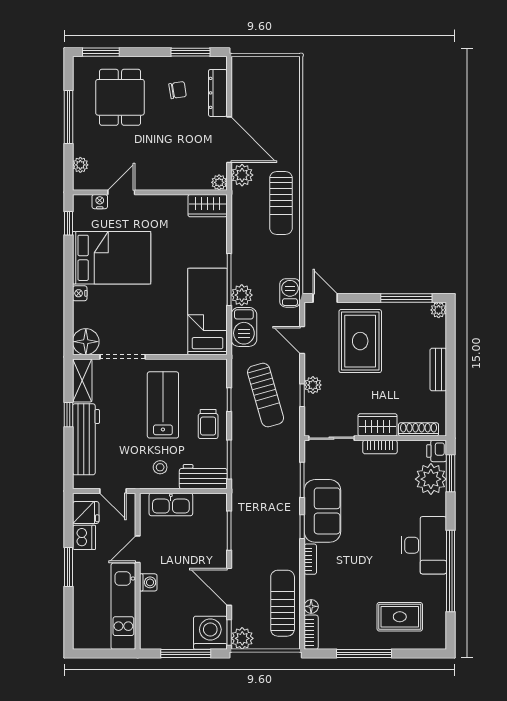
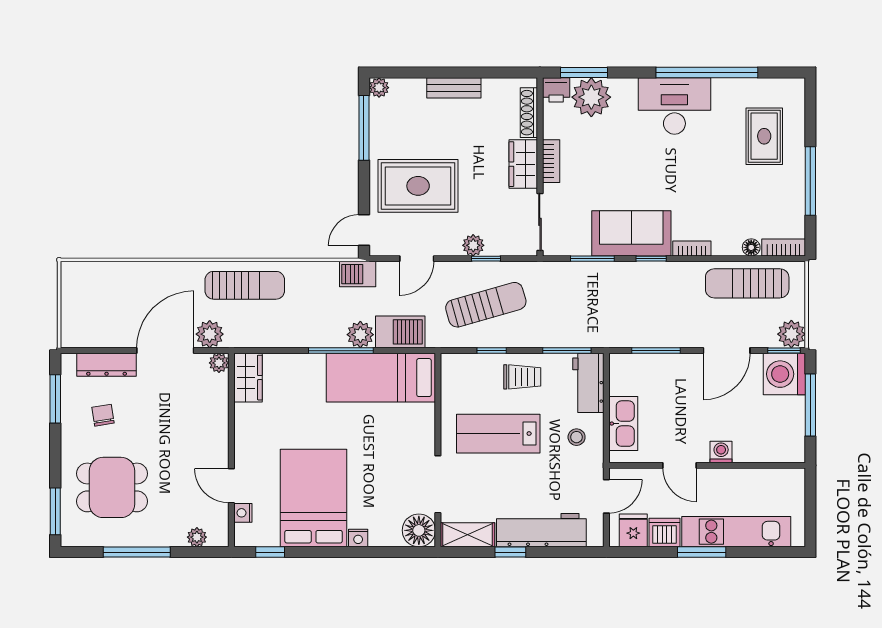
kitchen unit: (123, 606) -> (736, 532), moved, turned 180

